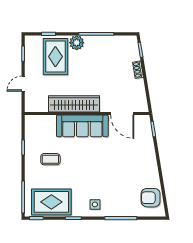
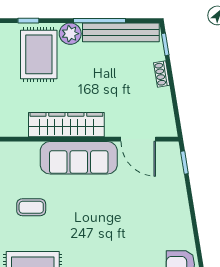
bench: (111, 42) -> (121, 32), added

